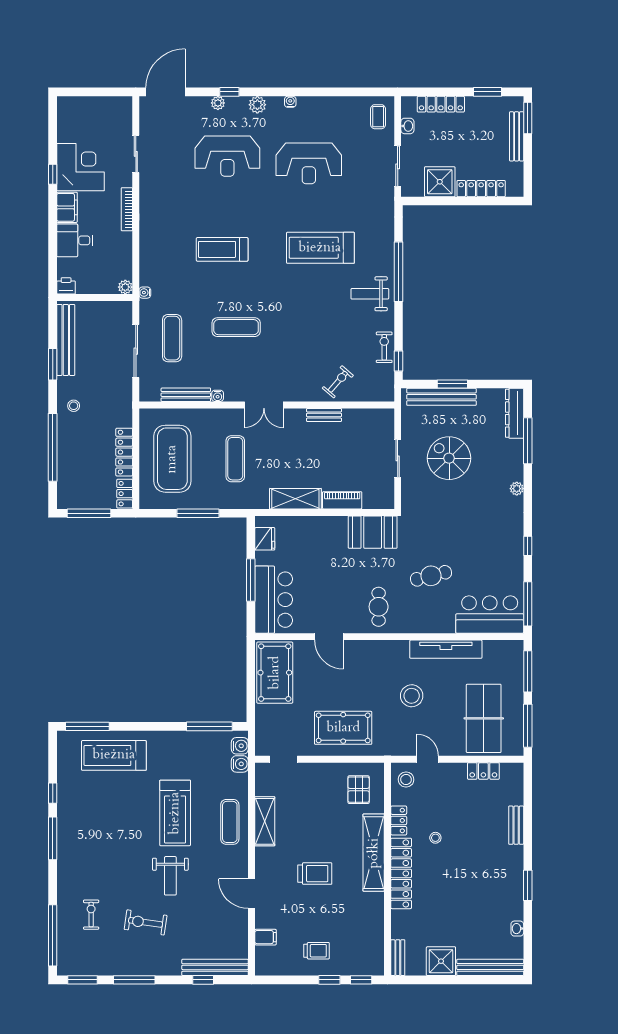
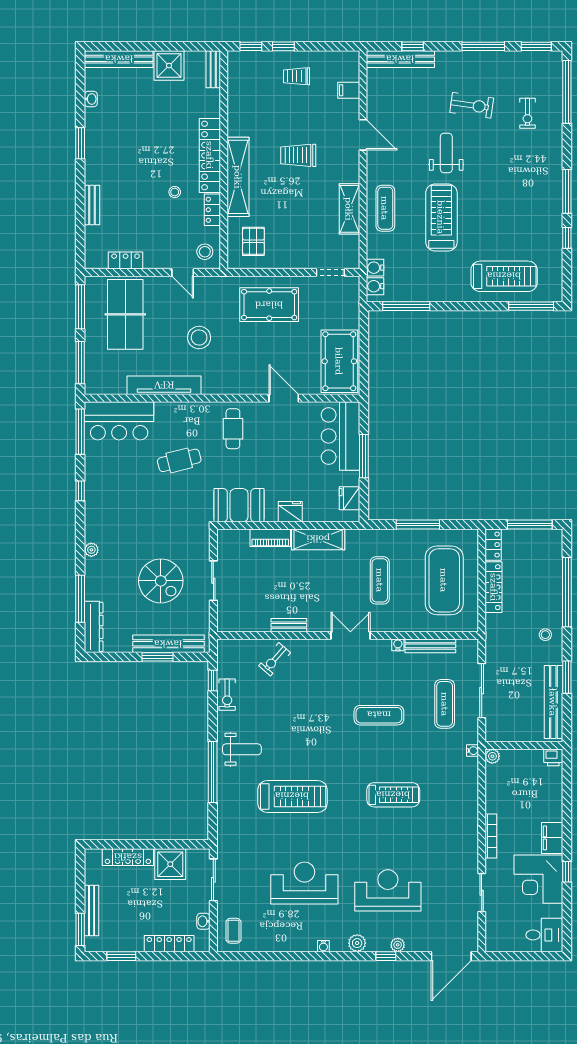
desk: (75, 240) -> (544, 935), moved
fridge: (323, 526) -> (290, 512), added

